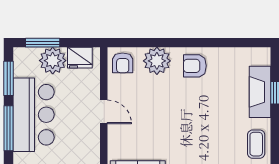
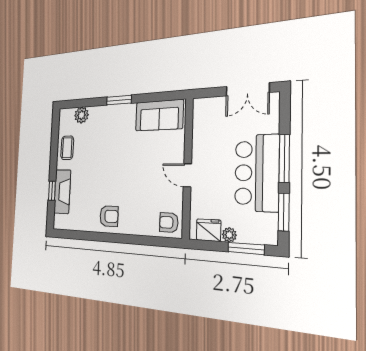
plant: (53, 61) -> (229, 235), width x0.53, depth x0.53
plant: (157, 61) -> (139, 223), removed
armchair: (123, 63) -> (169, 223), turned -90

